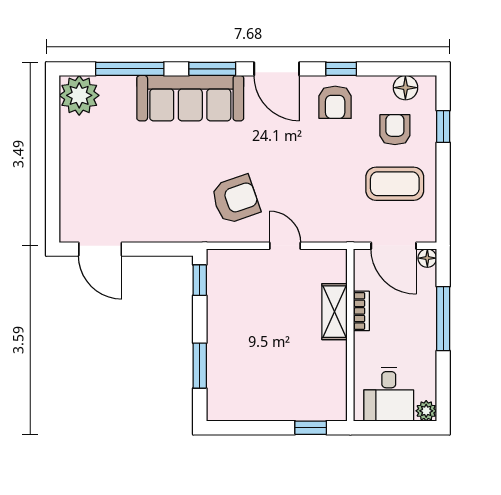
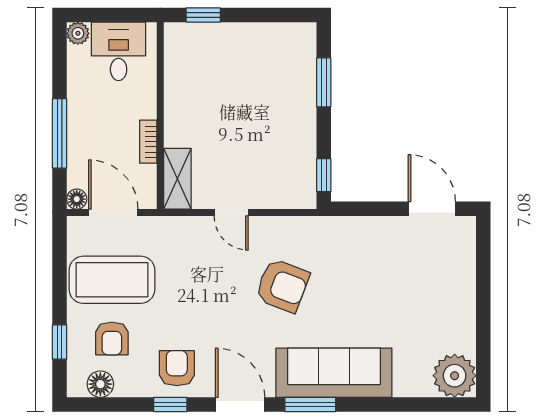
window: (130, 69) -> (400, 404), removed
coffee table: (395, 184) -> (112, 280), width x1.36, depth x1.32
armchair: (235, 199) -> (282, 286), moved, turned -140
shelving: (335, 312) -> (177, 179), moved

